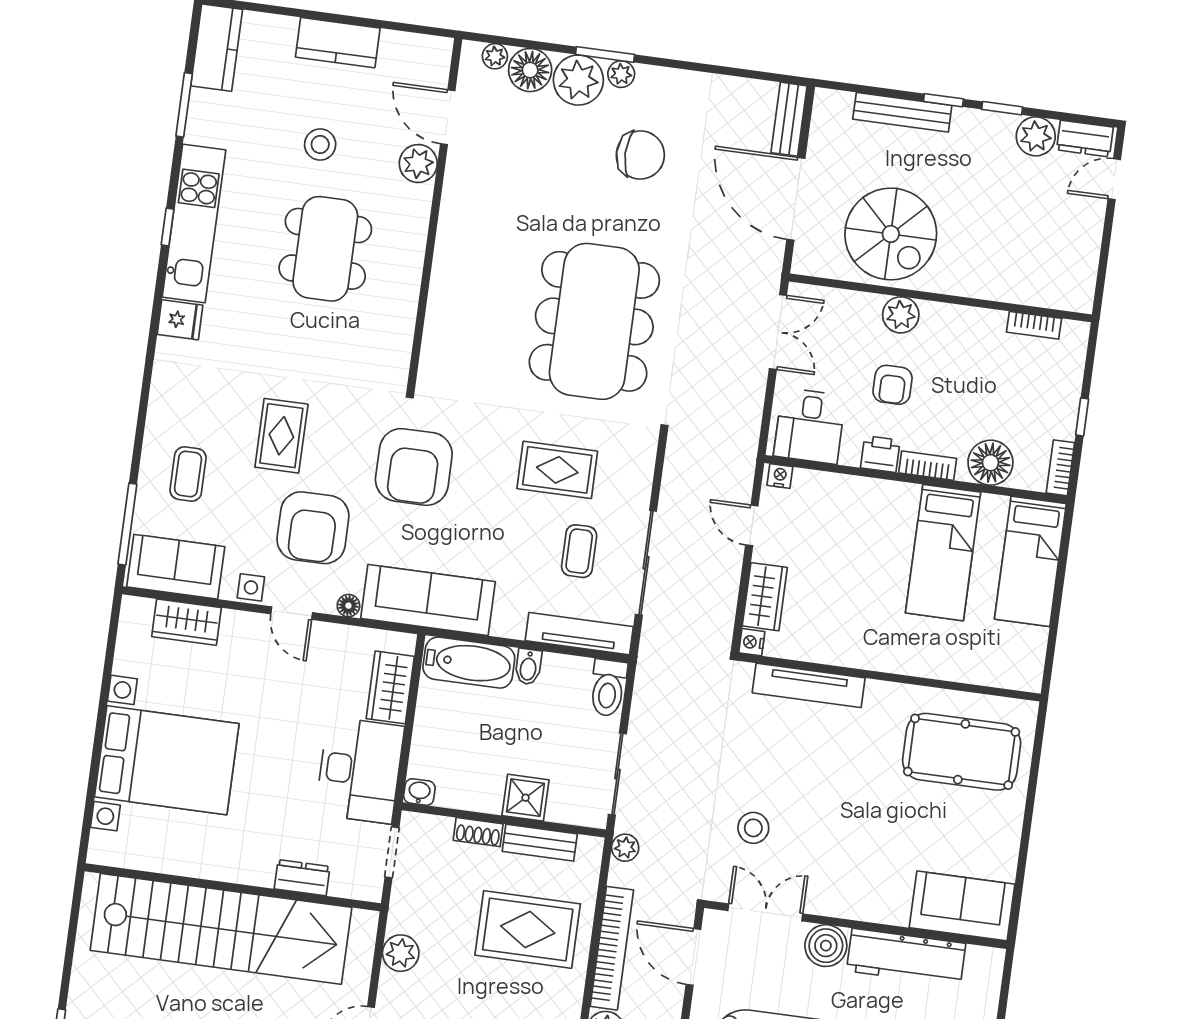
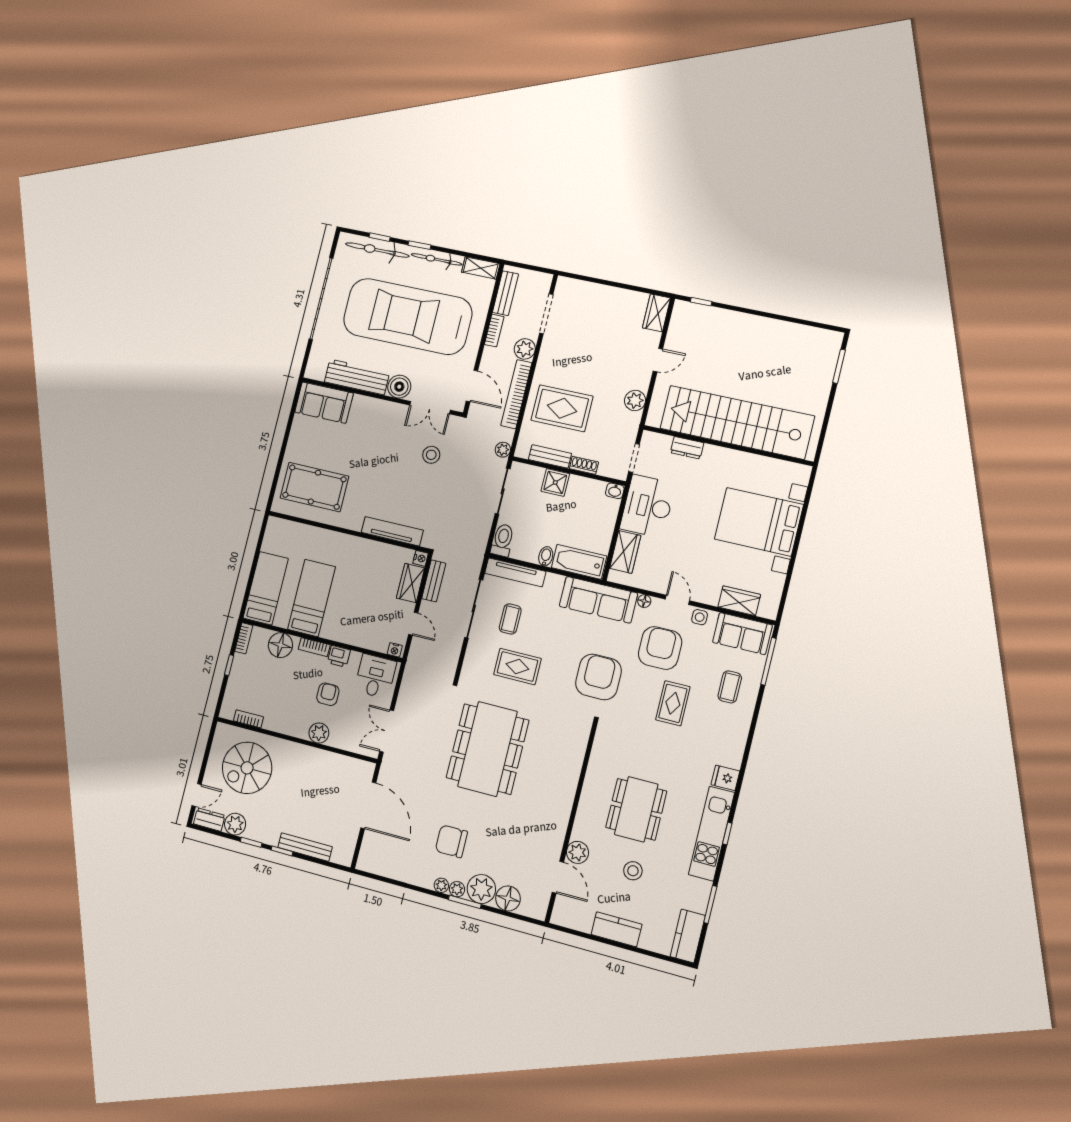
plant: (495, 56) -> (441, 885), moved
bench: (789, 119) -> (434, 581), moved
spiral stairs: (891, 234) -> (247, 768), moved, turned -90

